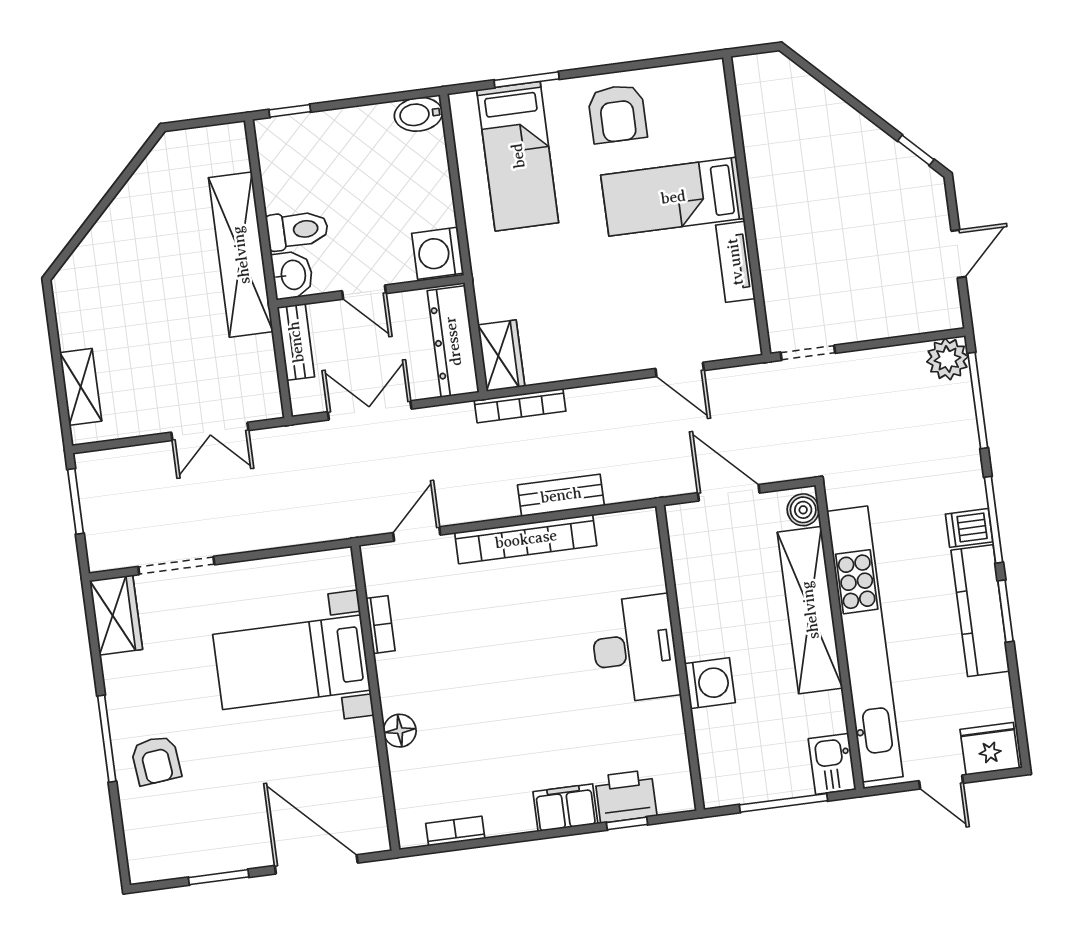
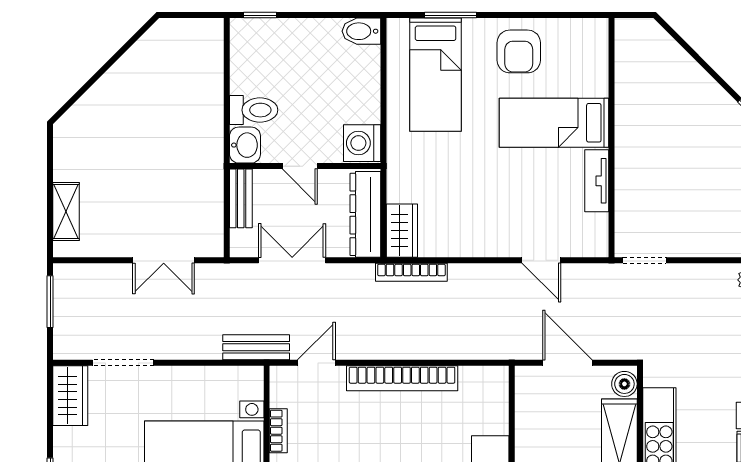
shelving: (241, 255) -> (206, 124), removed
bench: (561, 495) -> (256, 347), moved

